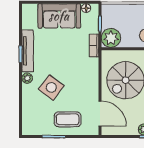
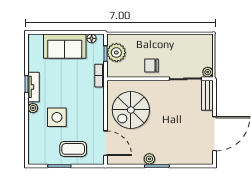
plant: (111, 38) -> (116, 53), moved
tv unit: (28, 51) -> (33, 87), width x0.71
side table: (51, 87) -> (57, 117), turned -37

